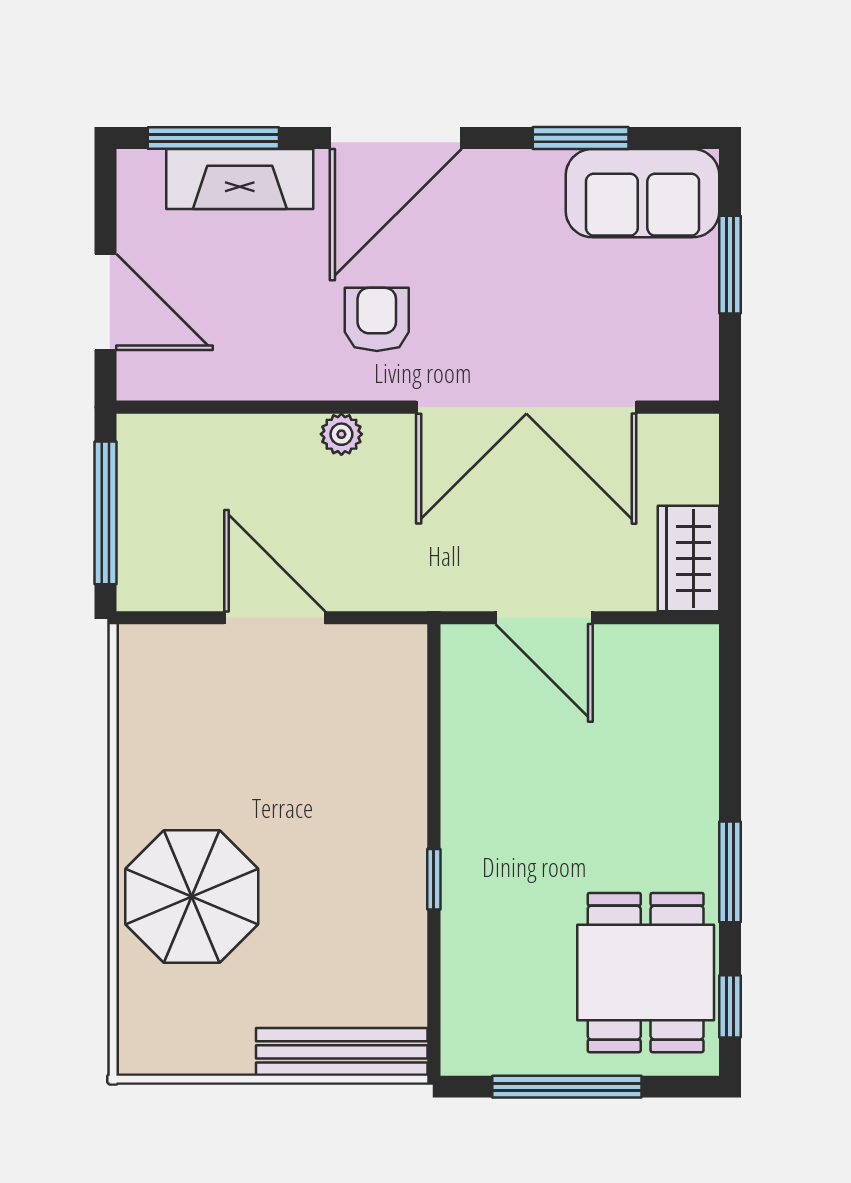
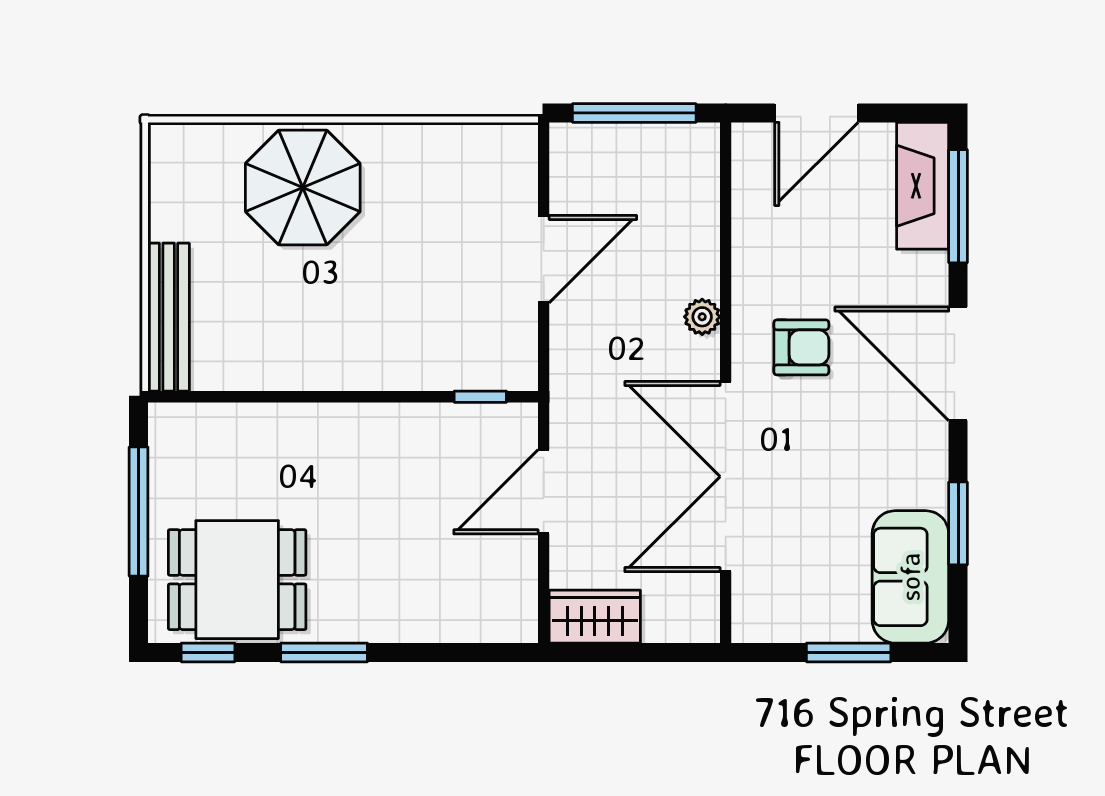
fireplace: (240, 179) -> (923, 186), moved
window: (434, 879) -> (480, 397), moved

